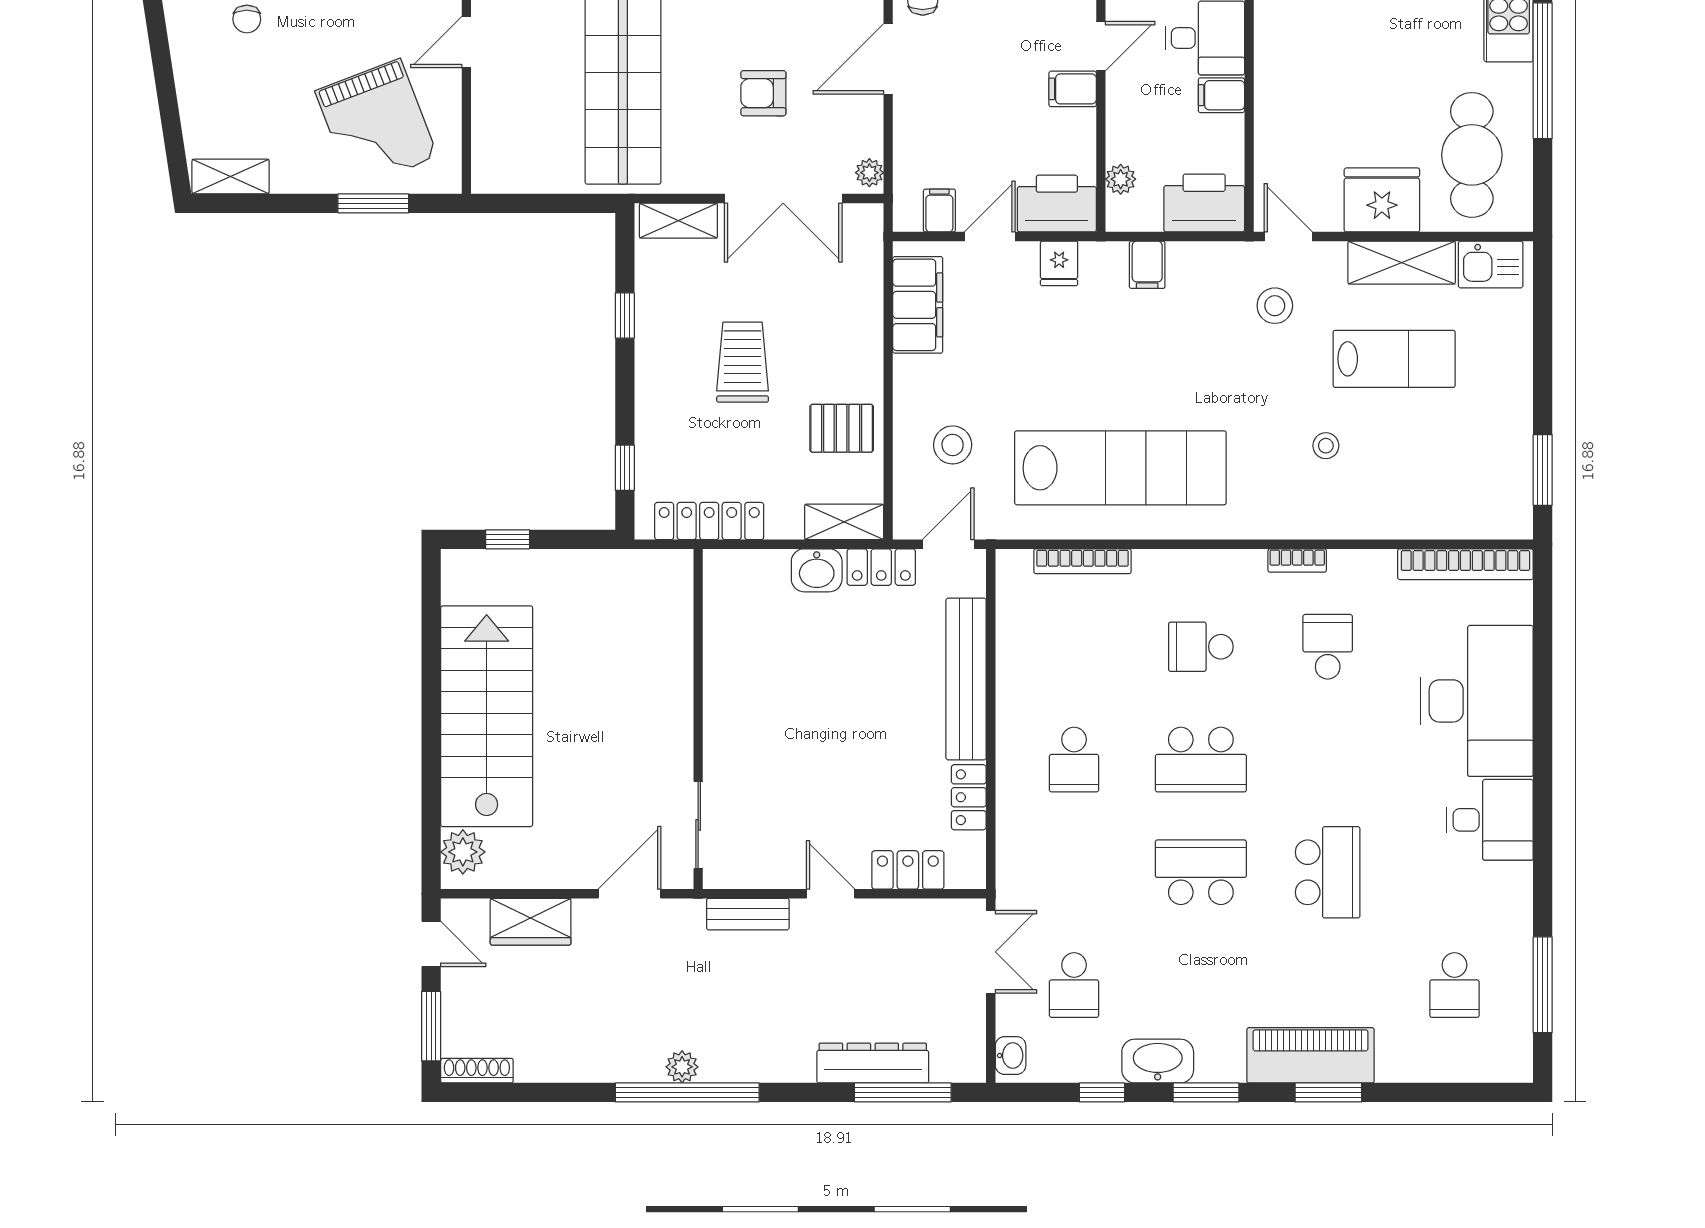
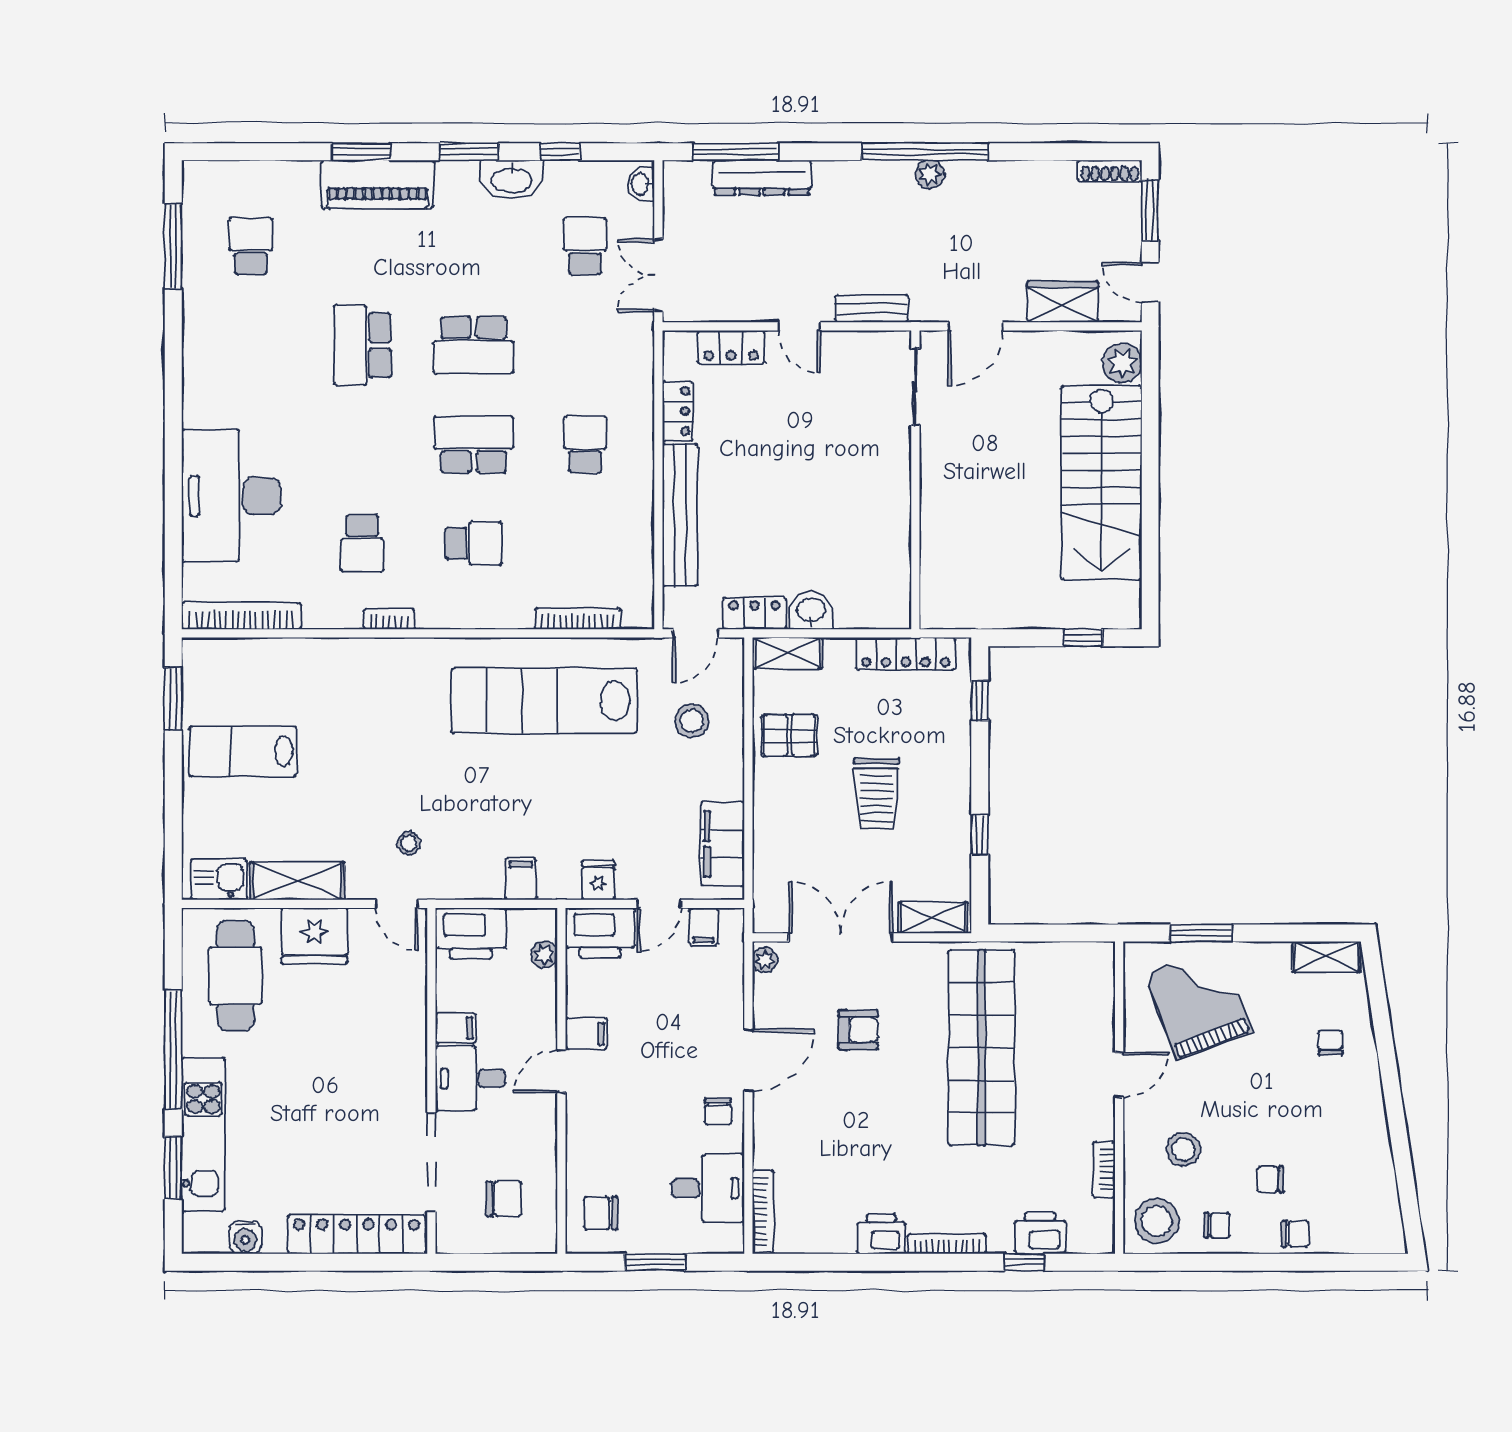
chair: (247, 19) -> (1330, 1043), moved
stool: (1275, 306) -> (409, 843), width x0.73, depth x0.73
lab bench: (1394, 359) -> (243, 751), moved
stool: (1326, 446) -> (364, 720), removed
desk: (1490, 820) -> (220, 391), removed

